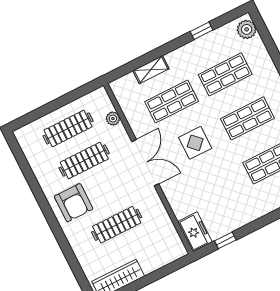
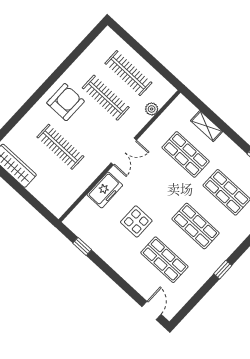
display table: (195, 143) -> (136, 221), moved
double door: (145, 163) -> (124, 151), width x0.73
armchair: (74, 203) -> (66, 102), turned 180
freezer: (195, 232) -> (105, 190), moved

